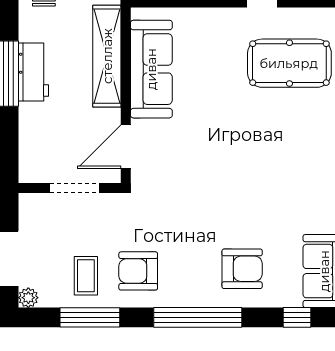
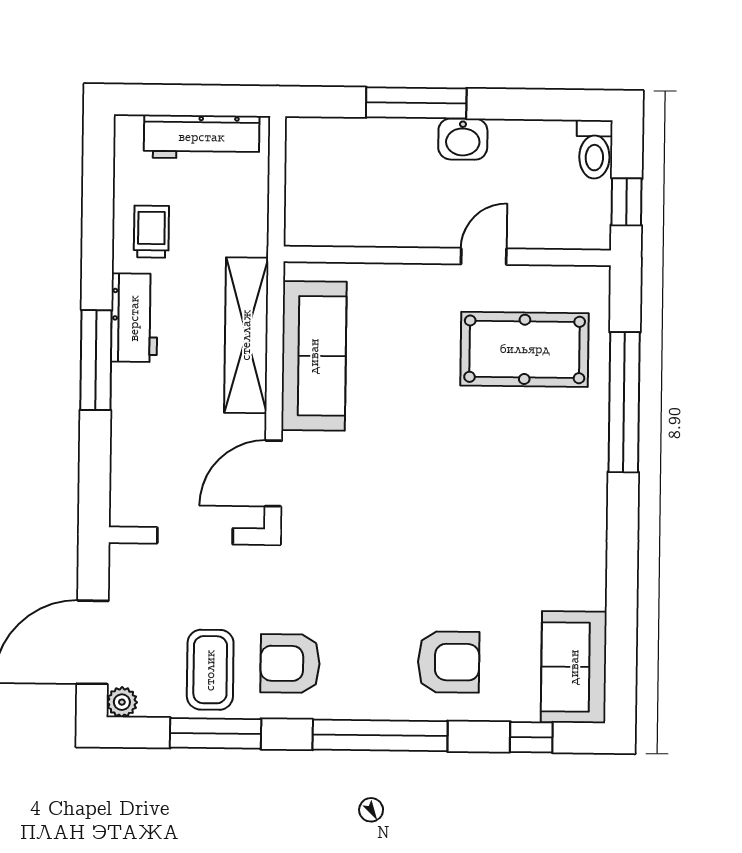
workbench: (33, 72) -> (134, 318), moved
coffee table: (86, 276) -> (210, 670), width x1.36, depth x1.30

